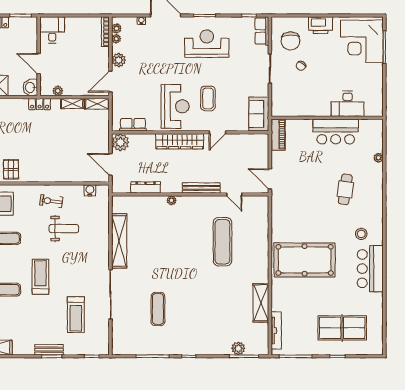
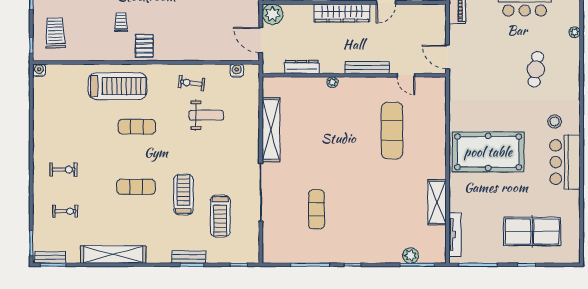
treadmill: (40, 277) -> (183, 195), moved

